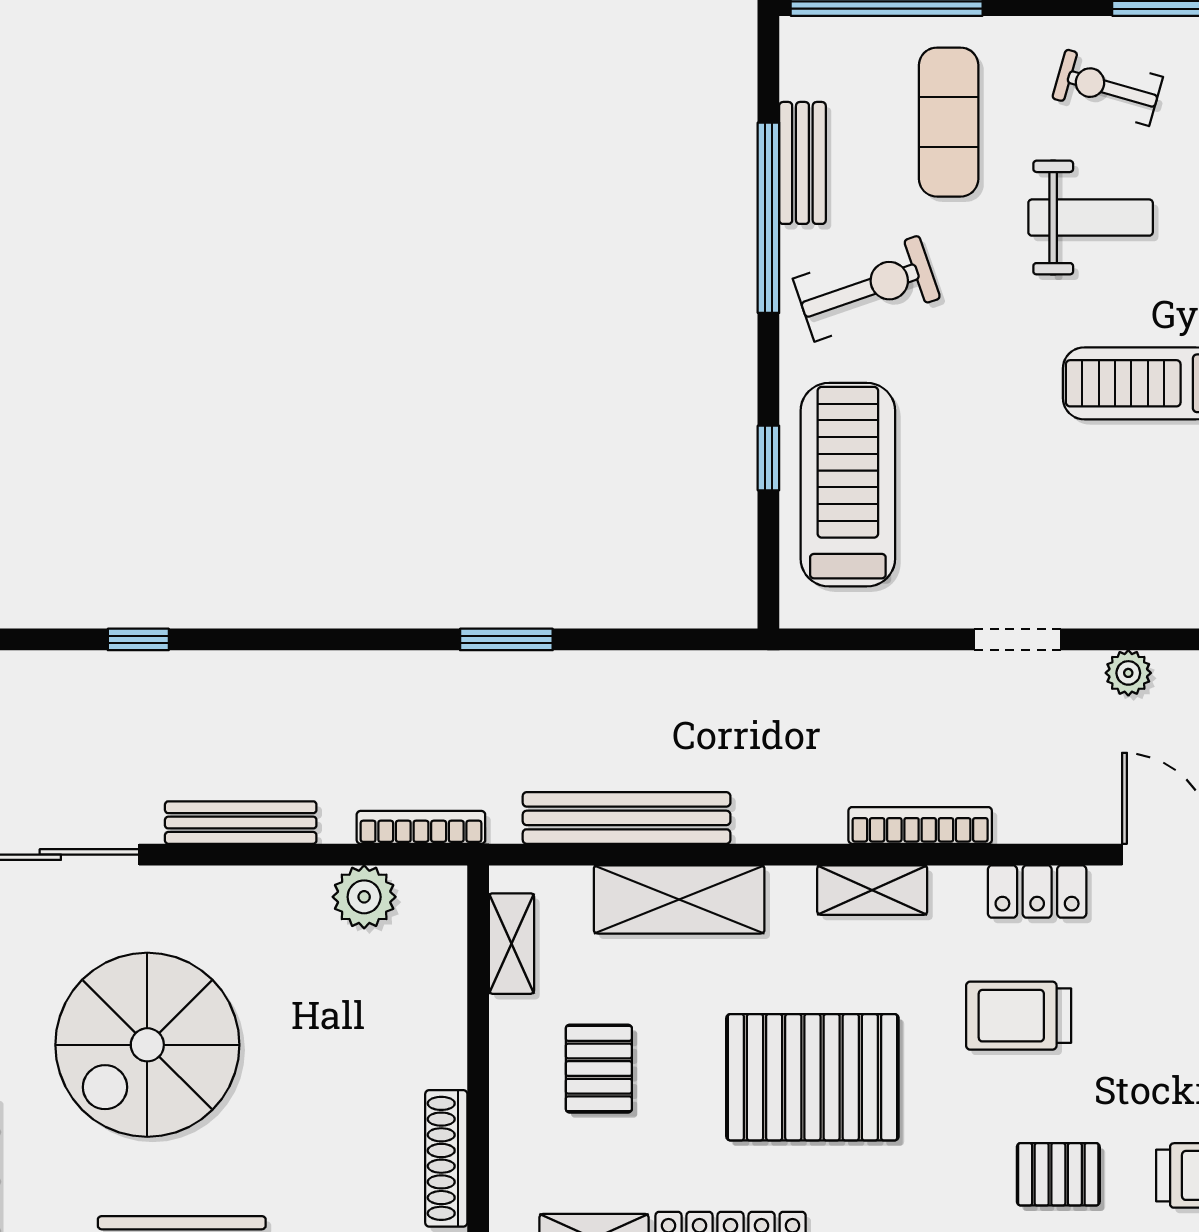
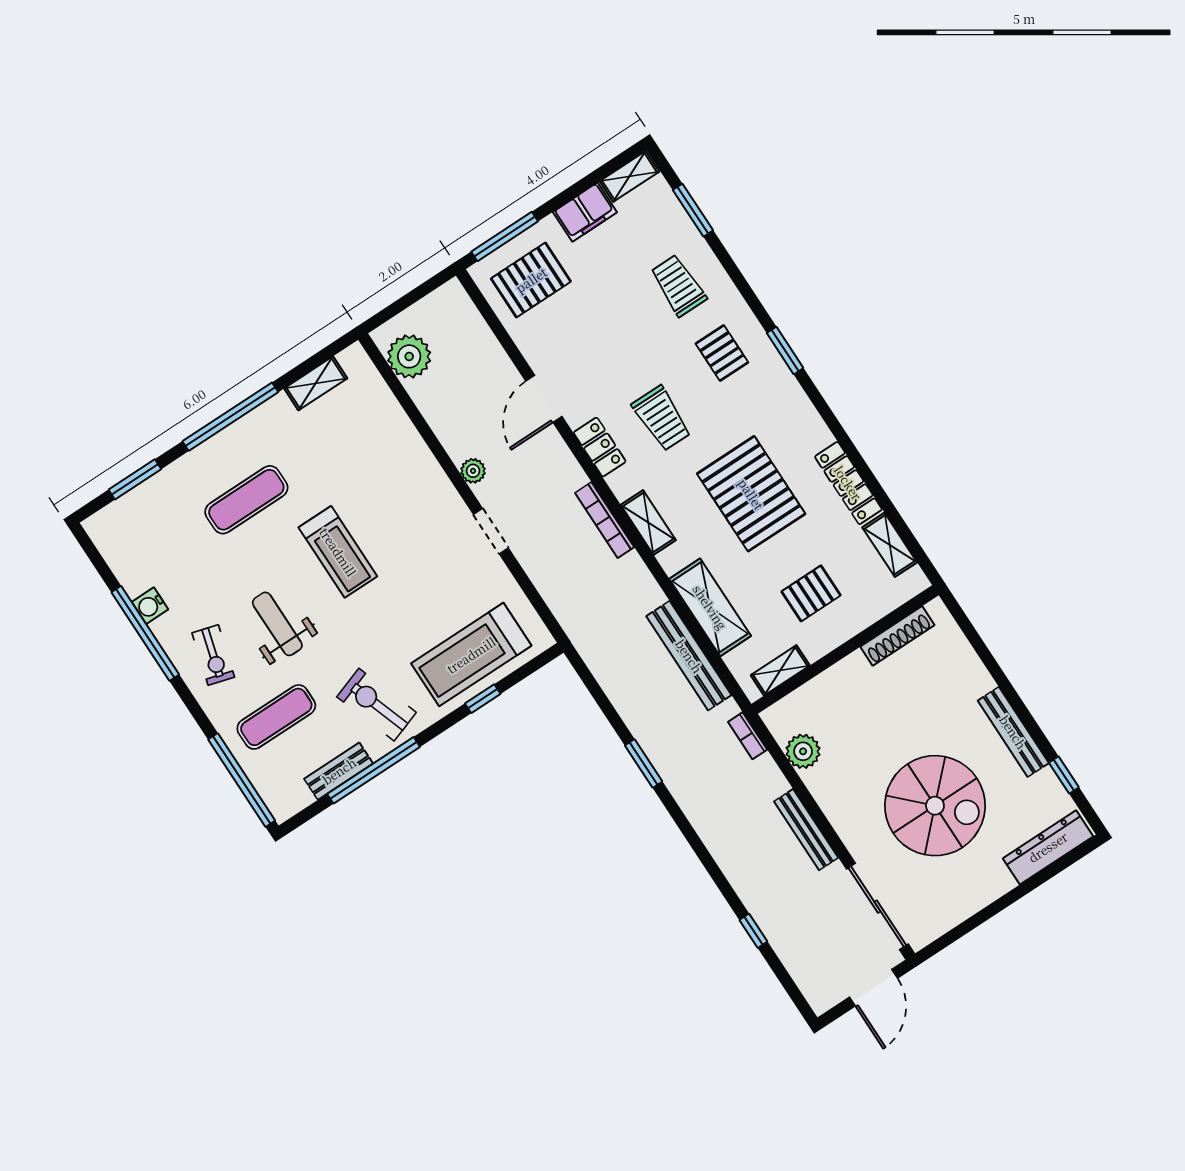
bookcase: (421, 827) -> (748, 736), width x0.64

